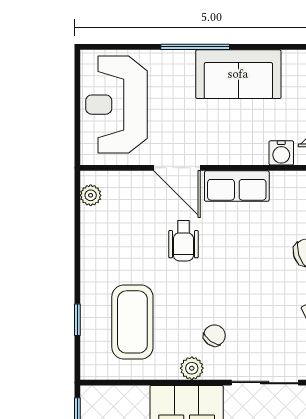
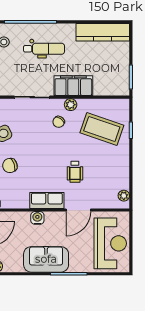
water cooler: (281, 153) -> (37, 218), moved
door: (177, 168) -> (78, 210), swing flipped
wheelchair: (183, 241) -> (75, 172), turned 180
coffee table: (132, 322) -> (102, 129), turned -71

